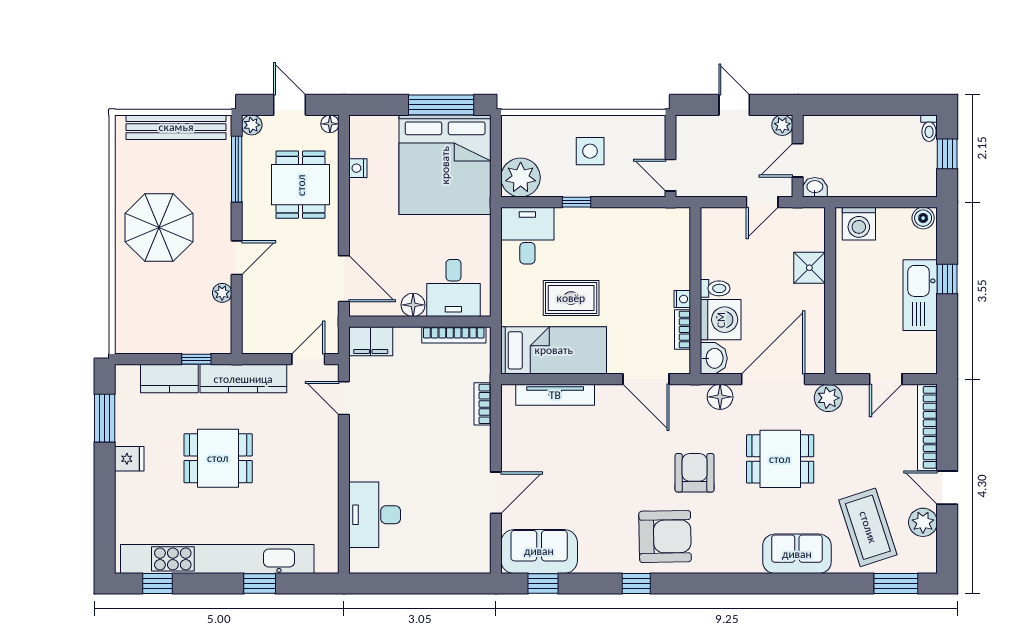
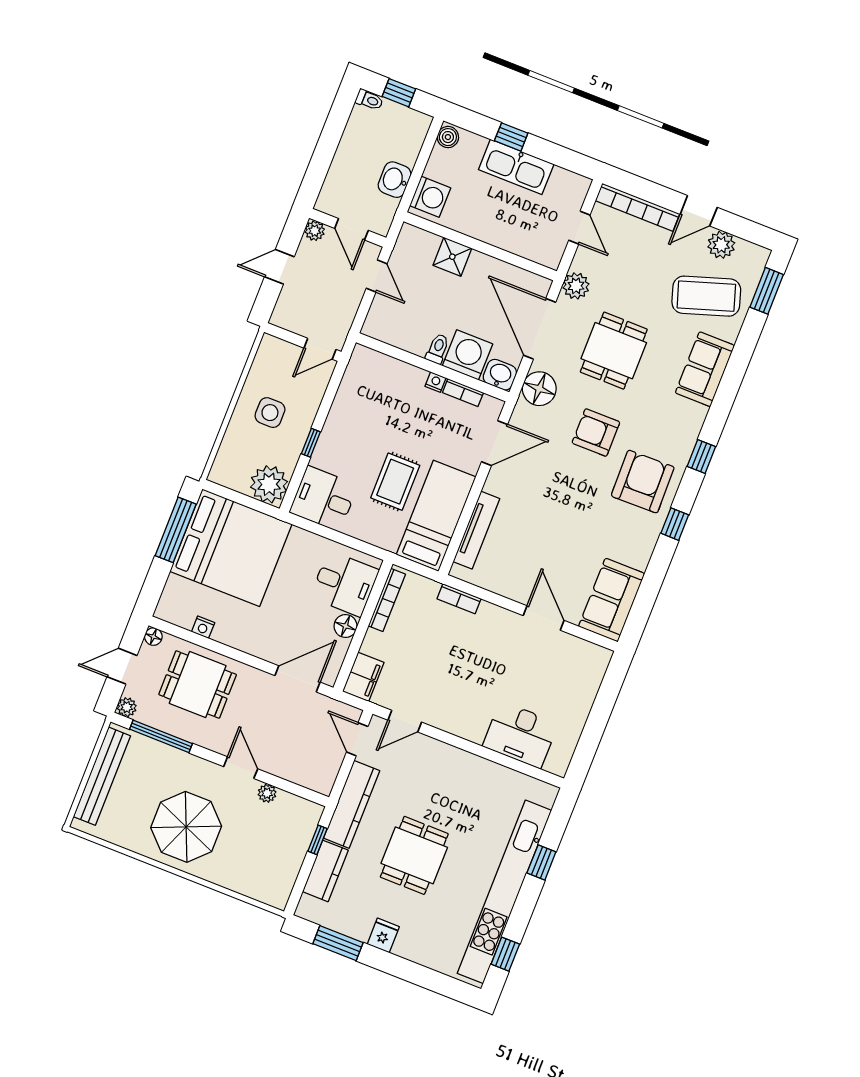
washbasin: (815, 187) -> (395, 180), moved, width x1.38, depth x1.45
floor lamp: (720, 397) -> (539, 389), width x1.38, depth x1.38
window: (543, 584) -> (701, 456), moved

